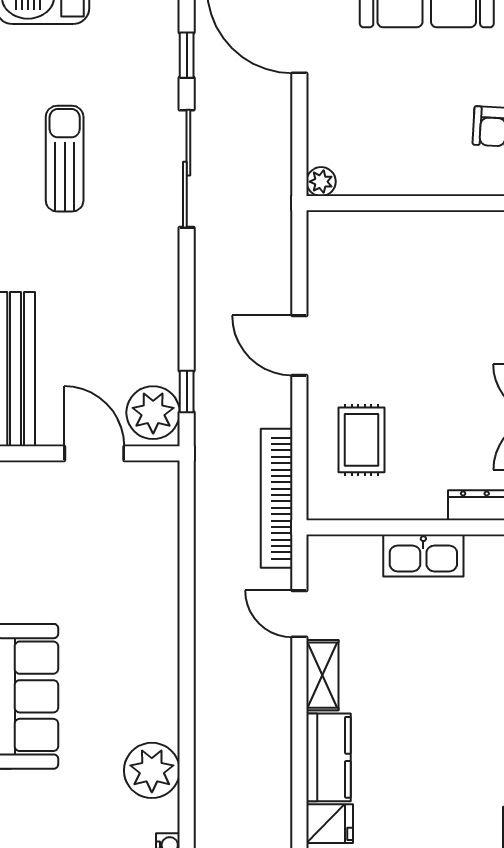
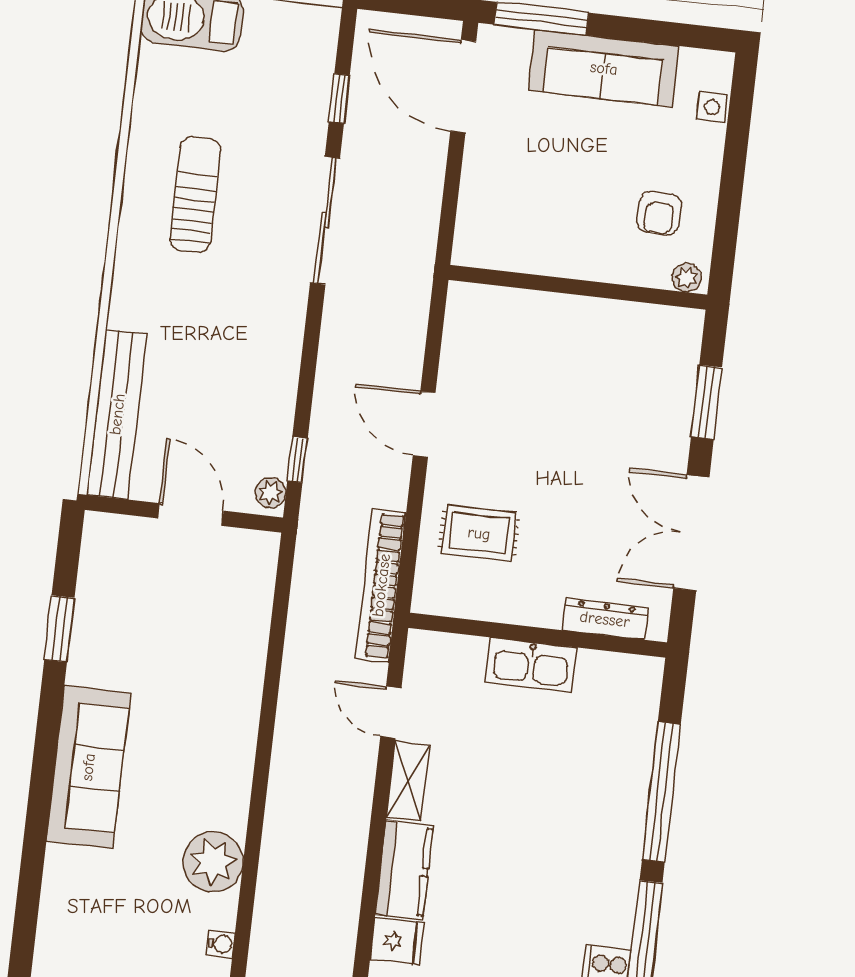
plant: (321, 182) -> (468, 251), removed
plant: (153, 413) -> (270, 493), width x0.53, depth x0.53
rug: (362, 440) -> (479, 533), turned 90

